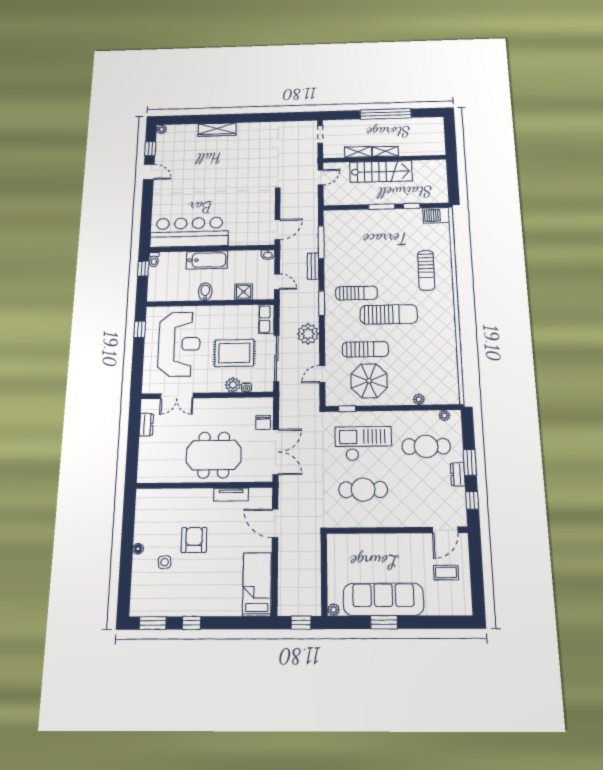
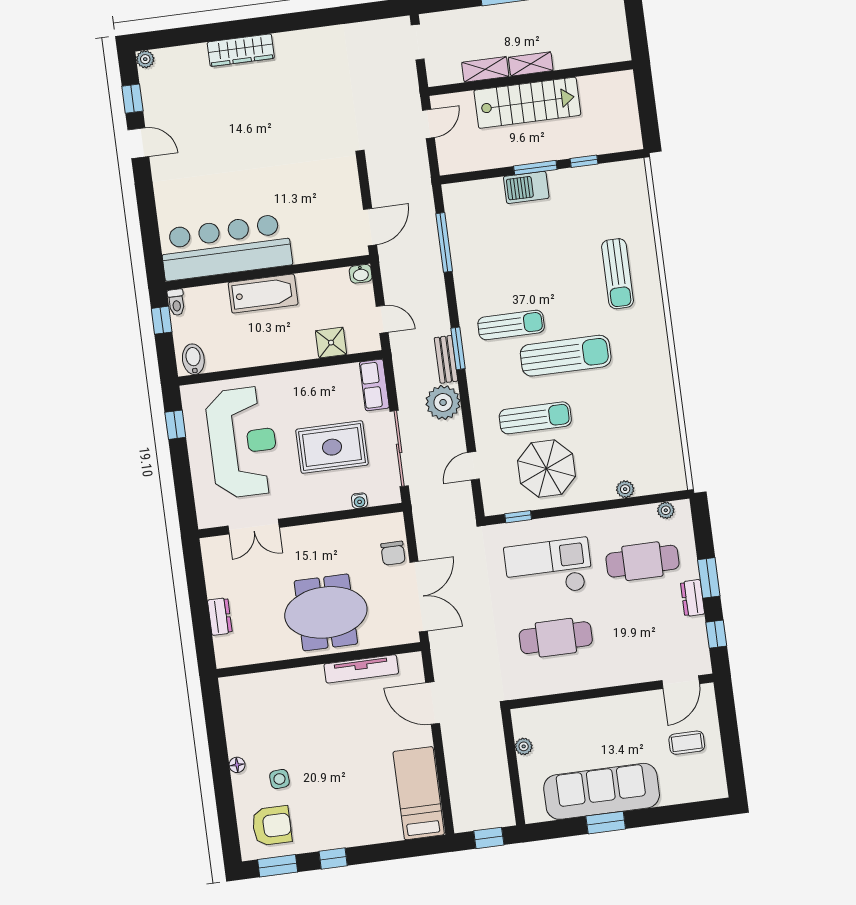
barbecue: (436, 215) -> (526, 187), moved
bench: (313, 266) -> (446, 359), moved
bidet: (205, 292) -> (193, 359), moved
plant: (233, 385) -> (338, 499), removed
dresser: (146, 425) -> (220, 616), moved
tv unit: (231, 495) -> (361, 669), width x1.41
armchair: (194, 540) -> (272, 826), moved, turned 90
plant: (334, 610) -> (524, 746), moved

